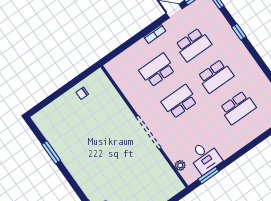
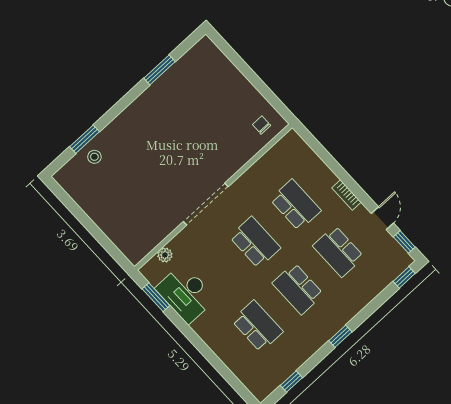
window: (239, 32) -> (340, 336), moved
chair: (82, 93) -> (262, 125), moved
school desk: (238, 108) -> (257, 326), turned 180
desk: (205, 157) -> (186, 294), width x1.37

